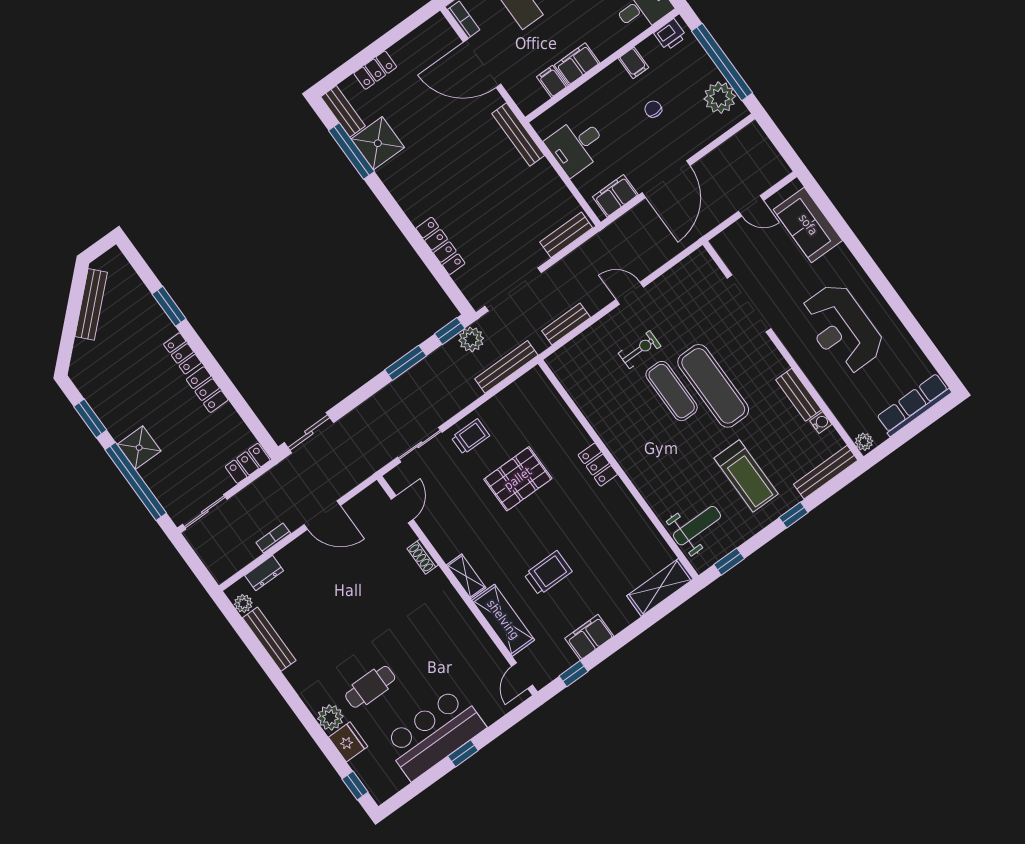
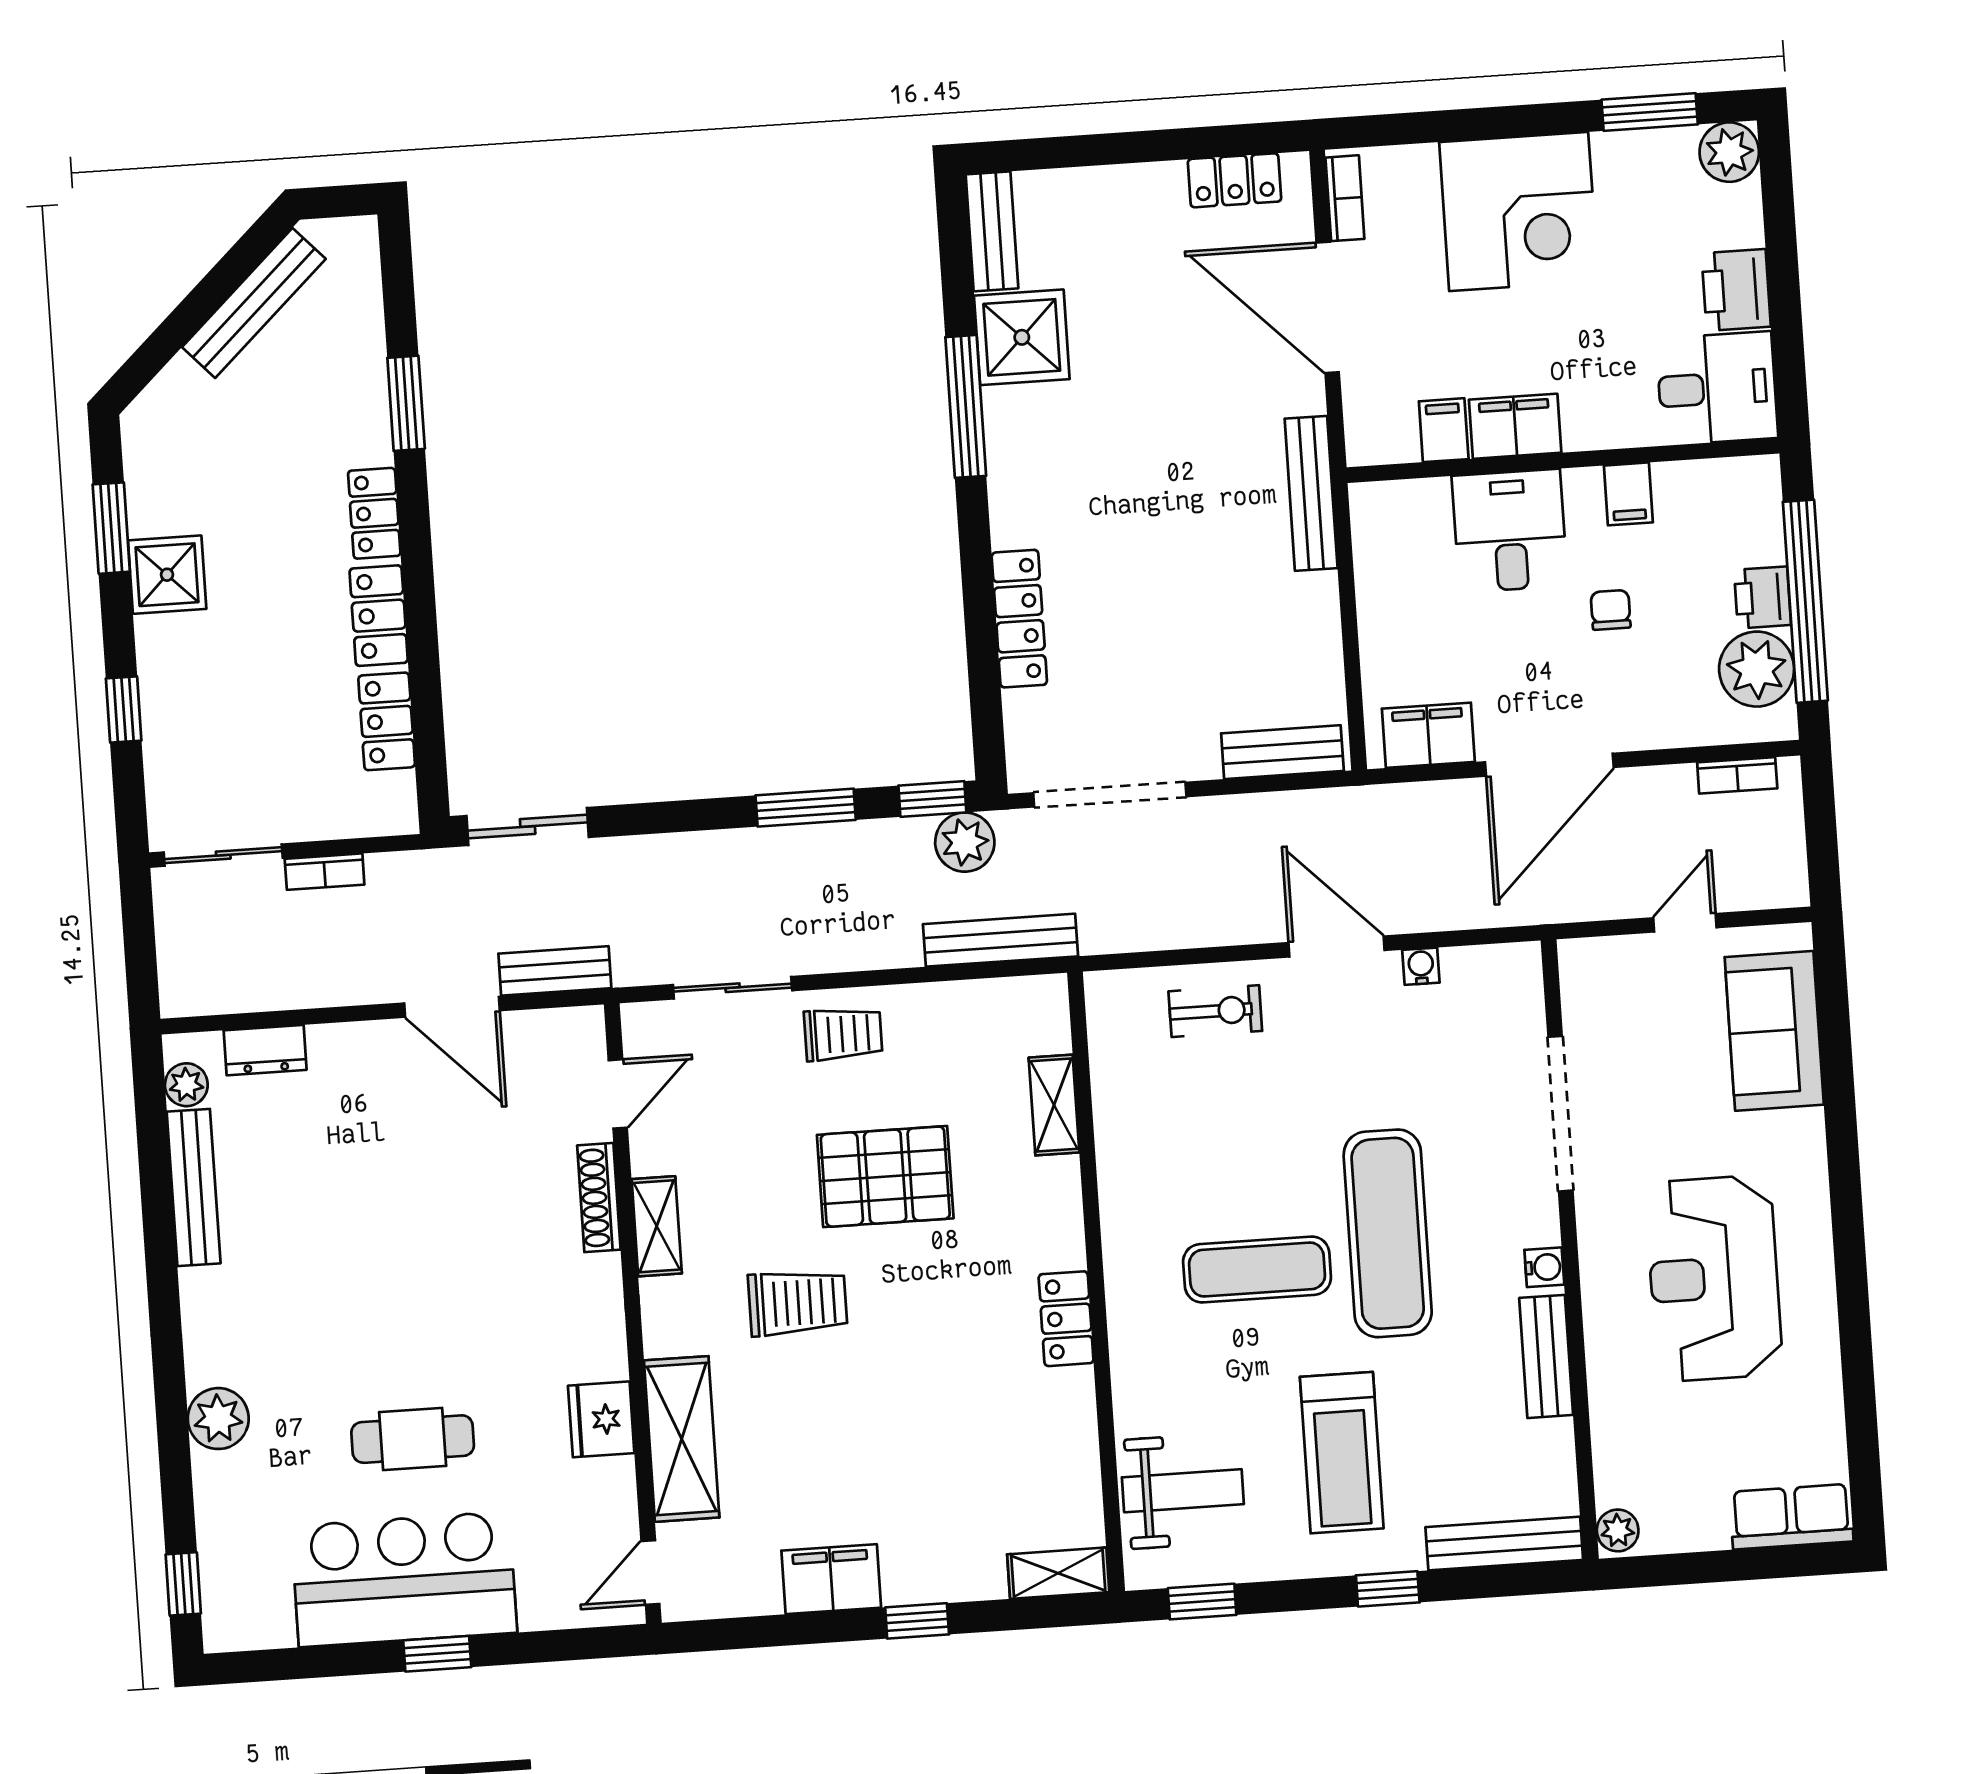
printer: (670, 35) -> (1763, 597), moved, turned 90
locker: (375, 70) -> (1234, 180), moved
bookcase: (737, 141) -> (1737, 775), added
desk: (577, 145) -> (1510, 531), moved, turned 90
window: (351, 151) -> (966, 406), moved
door: (751, 206) -> (1685, 923), swing flipped
water cooler: (665, 281) -> (1421, 966), added
door: (630, 293) -> (1337, 947), width x1.38
bench: (566, 324) -> (555, 971), moved
exercise bike: (640, 350) -> (1215, 1011), moved
exercise mat: (672, 391) -> (1257, 1269), moved, turned 90
row of seats: (914, 405) -> (1791, 1517), width x0.68
shelving: (563, 415) -> (1054, 1105), added
water cooler: (821, 423) -> (1544, 1267), moved
shower: (139, 448) -> (167, 575), moved
locker: (248, 463) -> (387, 721), moved, turned -90
locker: (598, 465) -> (1066, 1319), moved
window: (136, 481) -> (124, 709), width x0.32
bookcase: (273, 538) -> (325, 872), moved, turned 180
shoe rack: (423, 557) -> (599, 1198), width x1.43
trolley: (548, 573) -> (798, 1303), moved
shelving: (466, 576) -> (657, 1226), moved
shelving: (660, 587) -> (1058, 1573), width x0.67, depth x0.75
window: (574, 674) -> (917, 1621), moved
cafe table: (370, 687) -> (413, 1439), moved
fridge: (348, 742) -> (601, 1419), moved, turned 180

